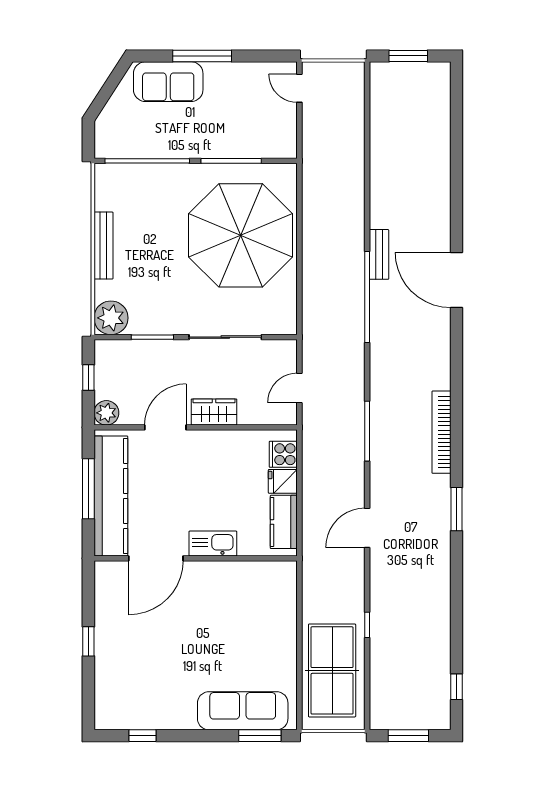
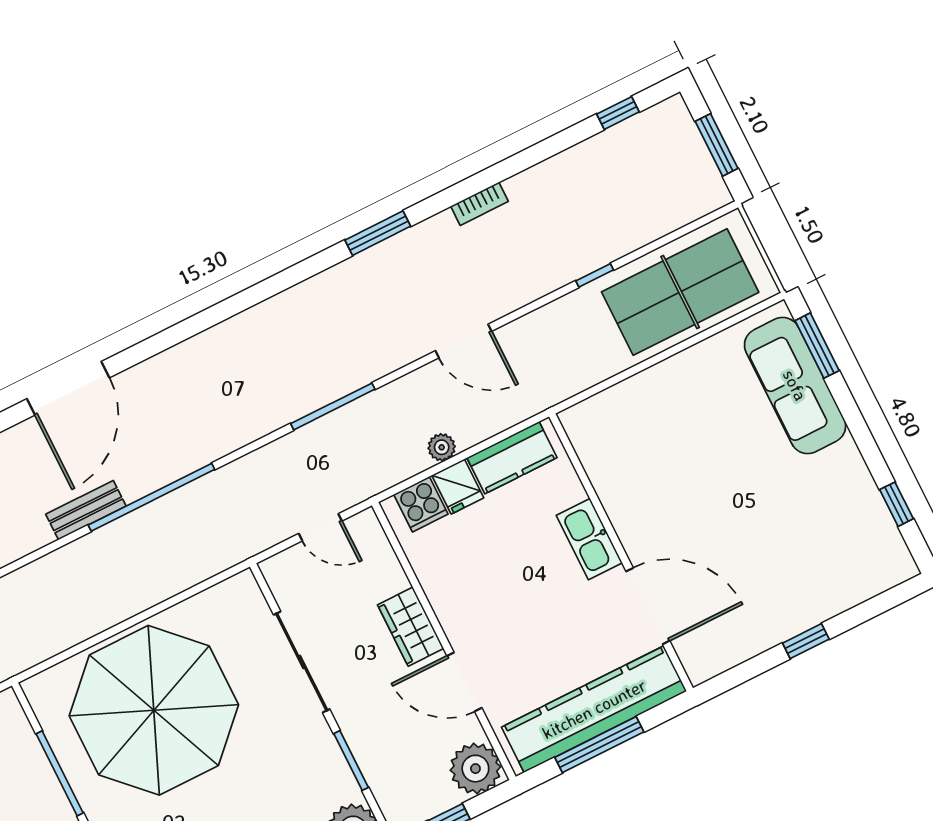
plant: (106, 413) -> (475, 769), width x1.36, depth x1.36
bookcase: (441, 432) -> (480, 204), moved, width x0.43, depth x0.76
plant: (311, 483) -> (442, 447), added

